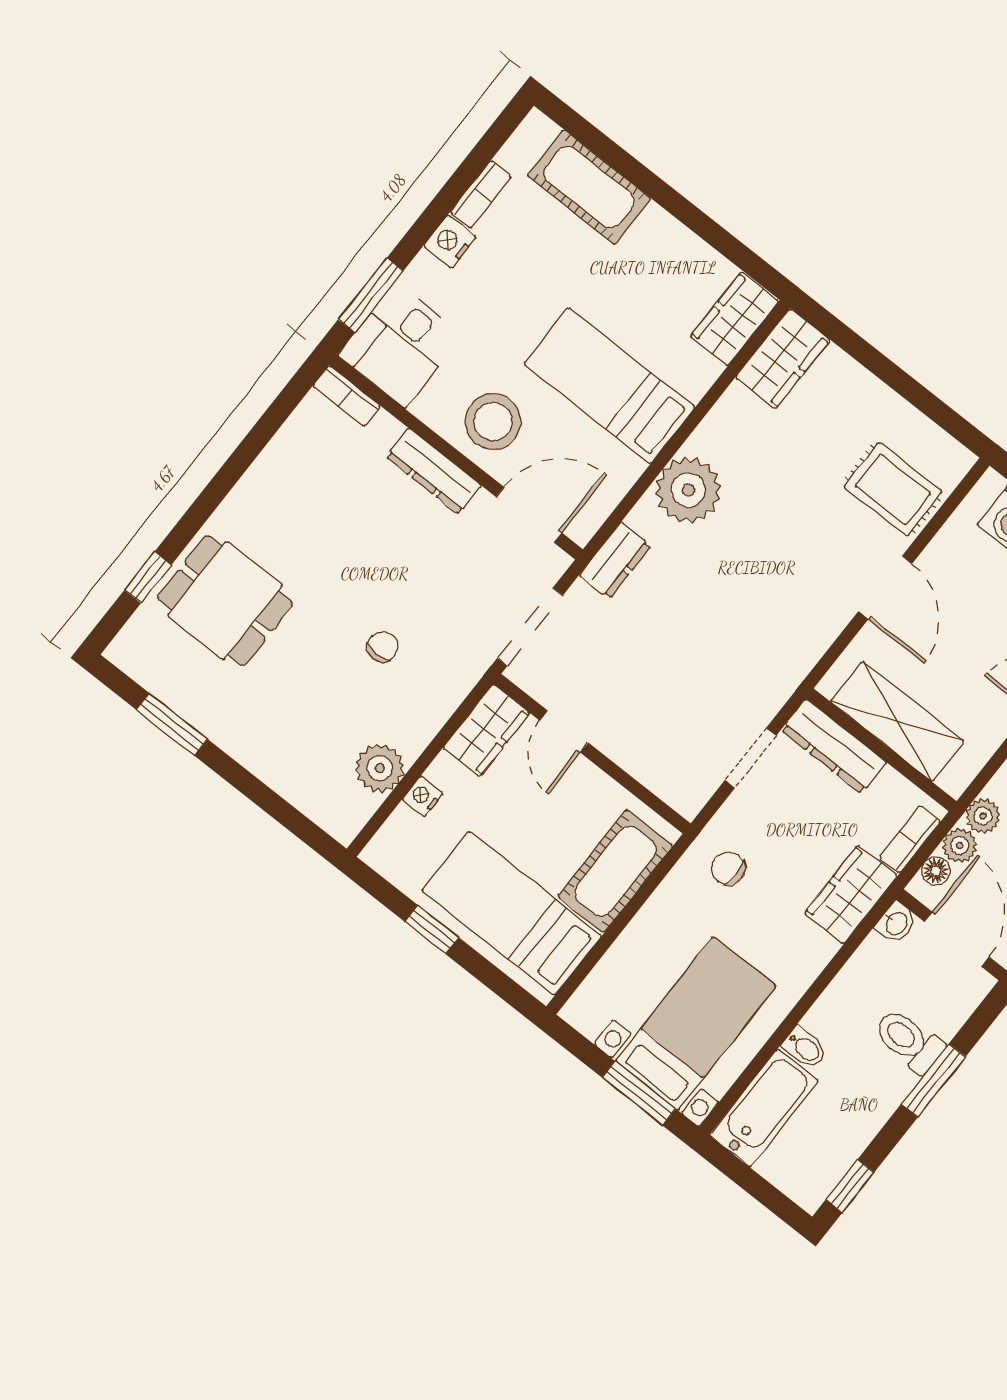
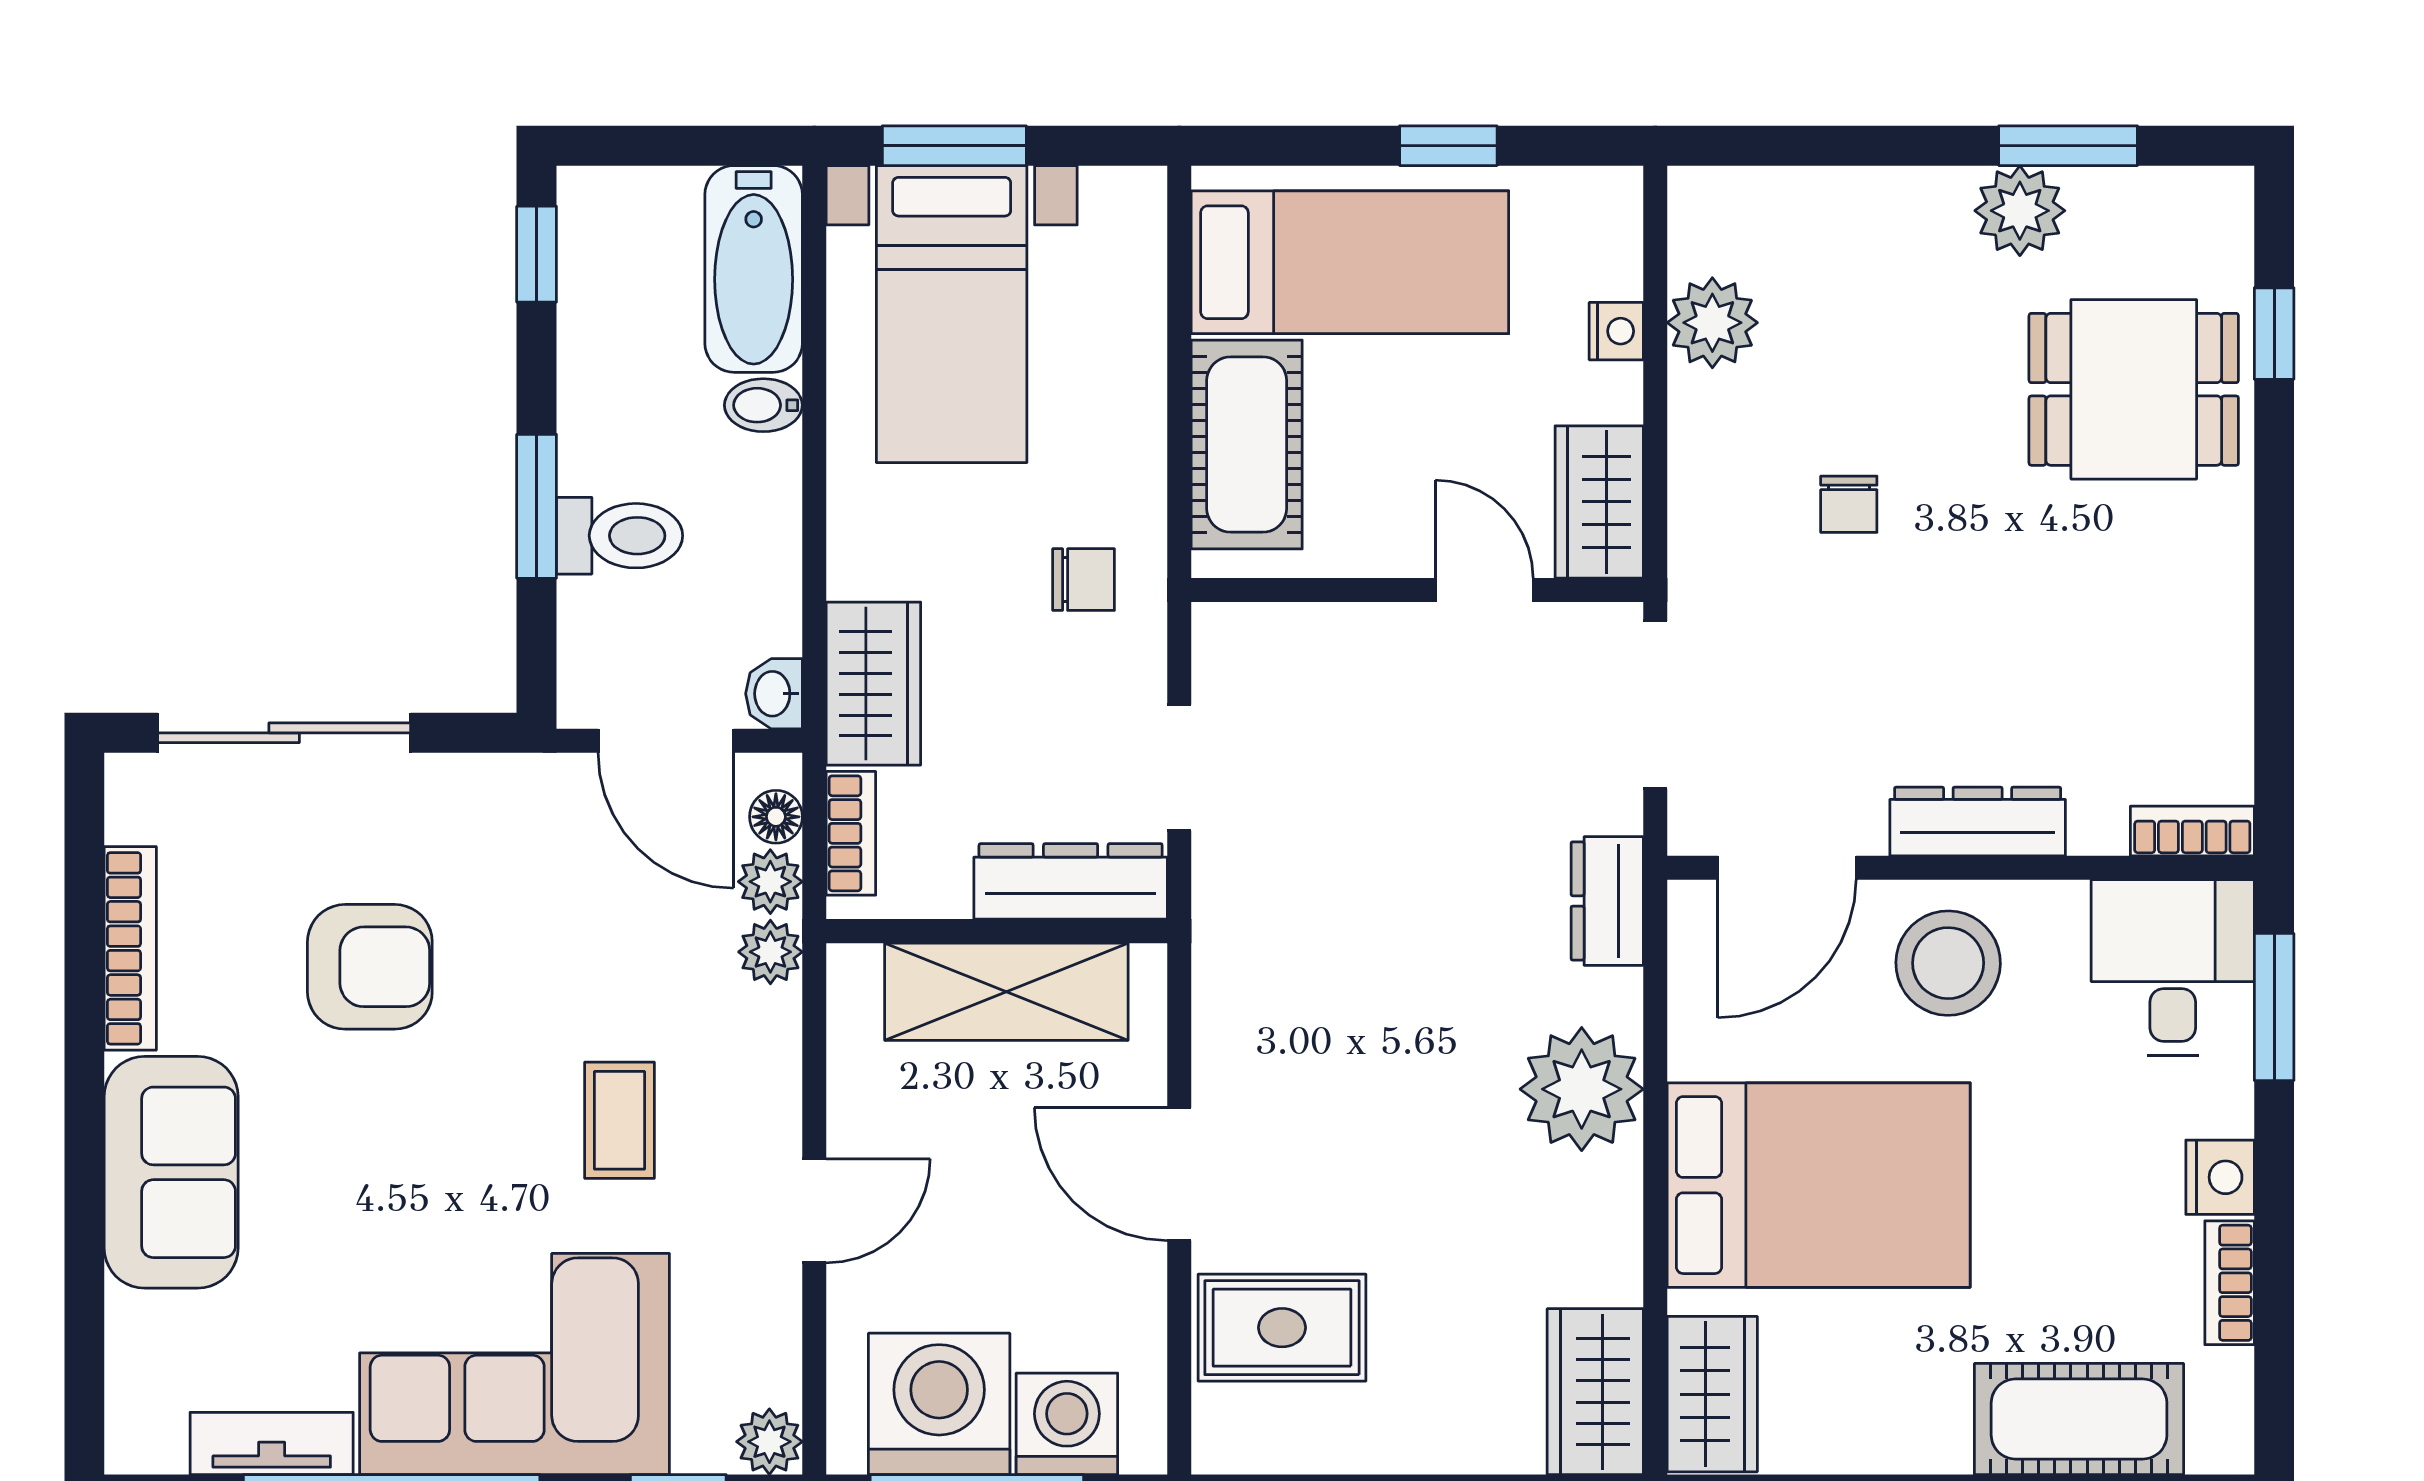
bed: (609, 386) -> (1819, 1185), width x1.50
plant: (214, 713) -> (2020, 211), added

